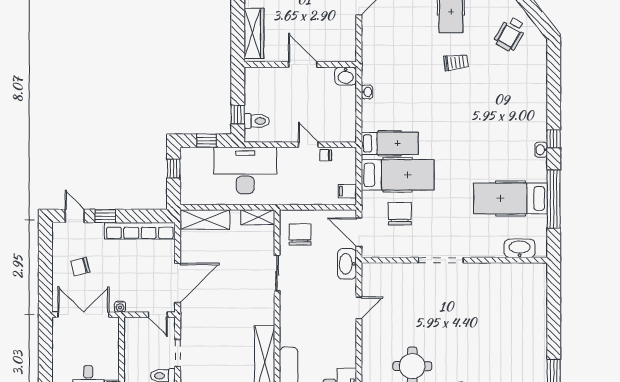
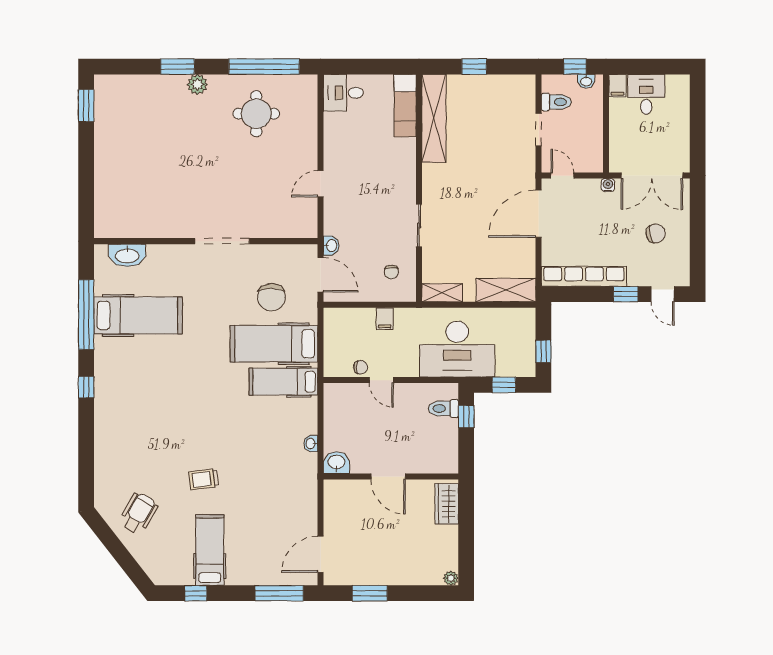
wardrobe: (254, 33) -> (447, 504), width x0.67
washbasin: (541, 150) -> (101, 374), removed
filing cabinet: (347, 191) -> (385, 319), moved, turned 90
chair: (300, 235) -> (391, 272), width x0.54, depth x0.54
washbasin: (347, 264) -> (331, 246), width x0.52, depth x0.69

